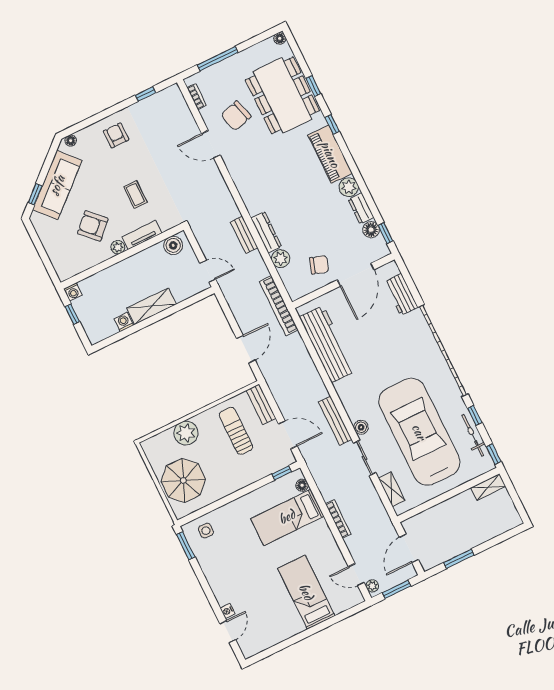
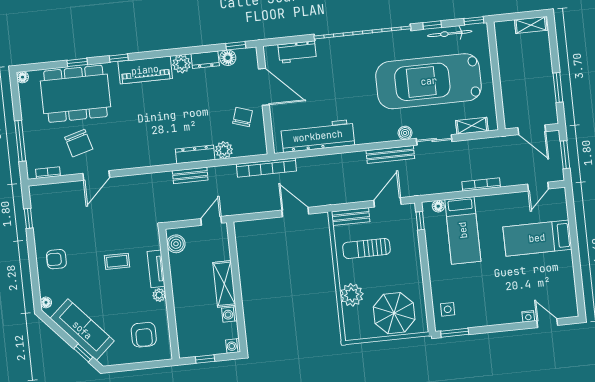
armchair: (93, 226) -> (144, 335), moved, turned -45
washing machine: (73, 292) -> (233, 346), moved, turned 180
shelving: (488, 487) -> (531, 25), moved, turned 90
plant: (372, 586) -> (554, 176), removed

